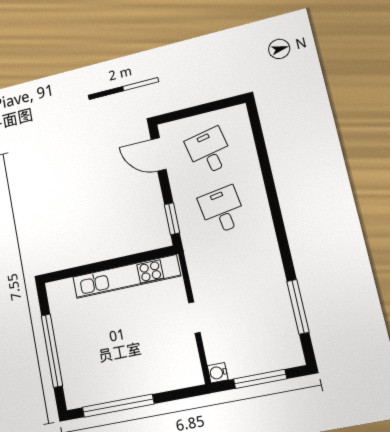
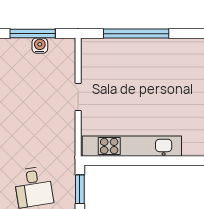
water cooler: (218, 373) -> (40, 46), moved, turned -90
window: (118, 406) -> (136, 34), moved

